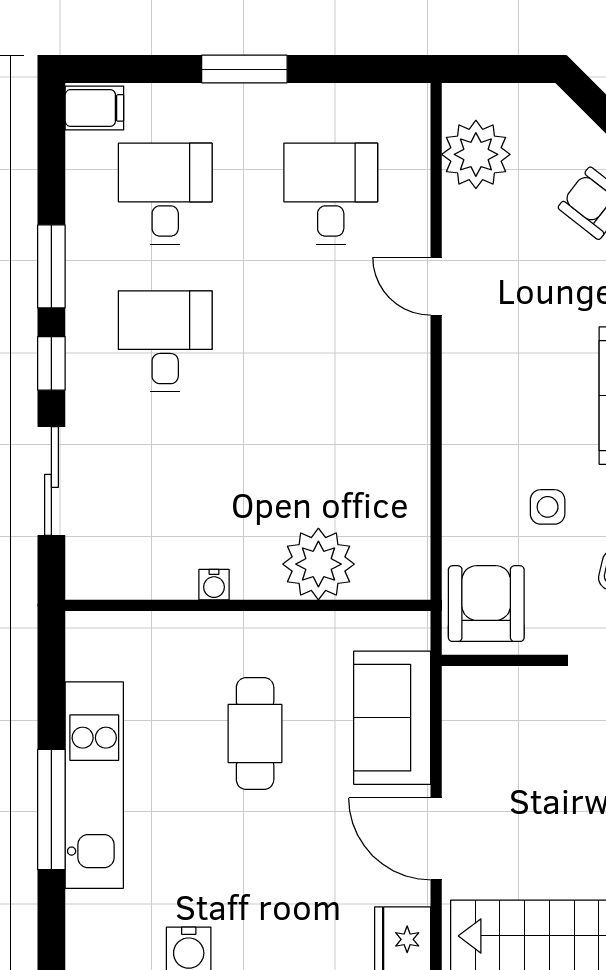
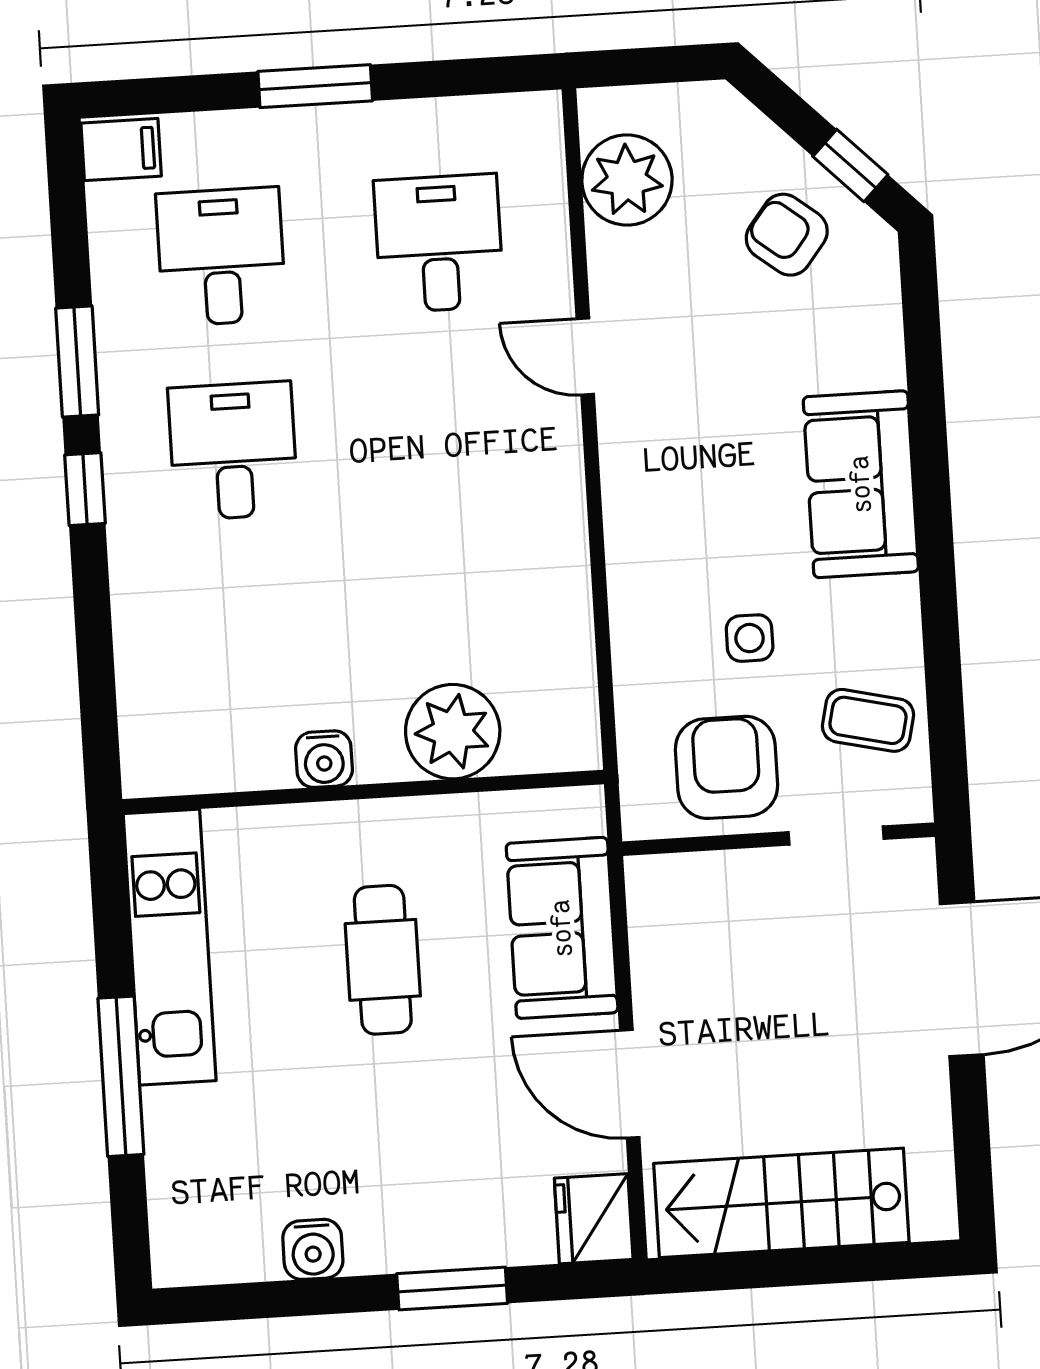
sliding door: (51, 481) -> (94, 644), removed
water cooler: (214, 585) -> (324, 759), width x1.38, depth x1.38
armchair: (486, 604) -> (726, 767), moved
kitchen unit: (94, 785) -> (170, 947), moved

